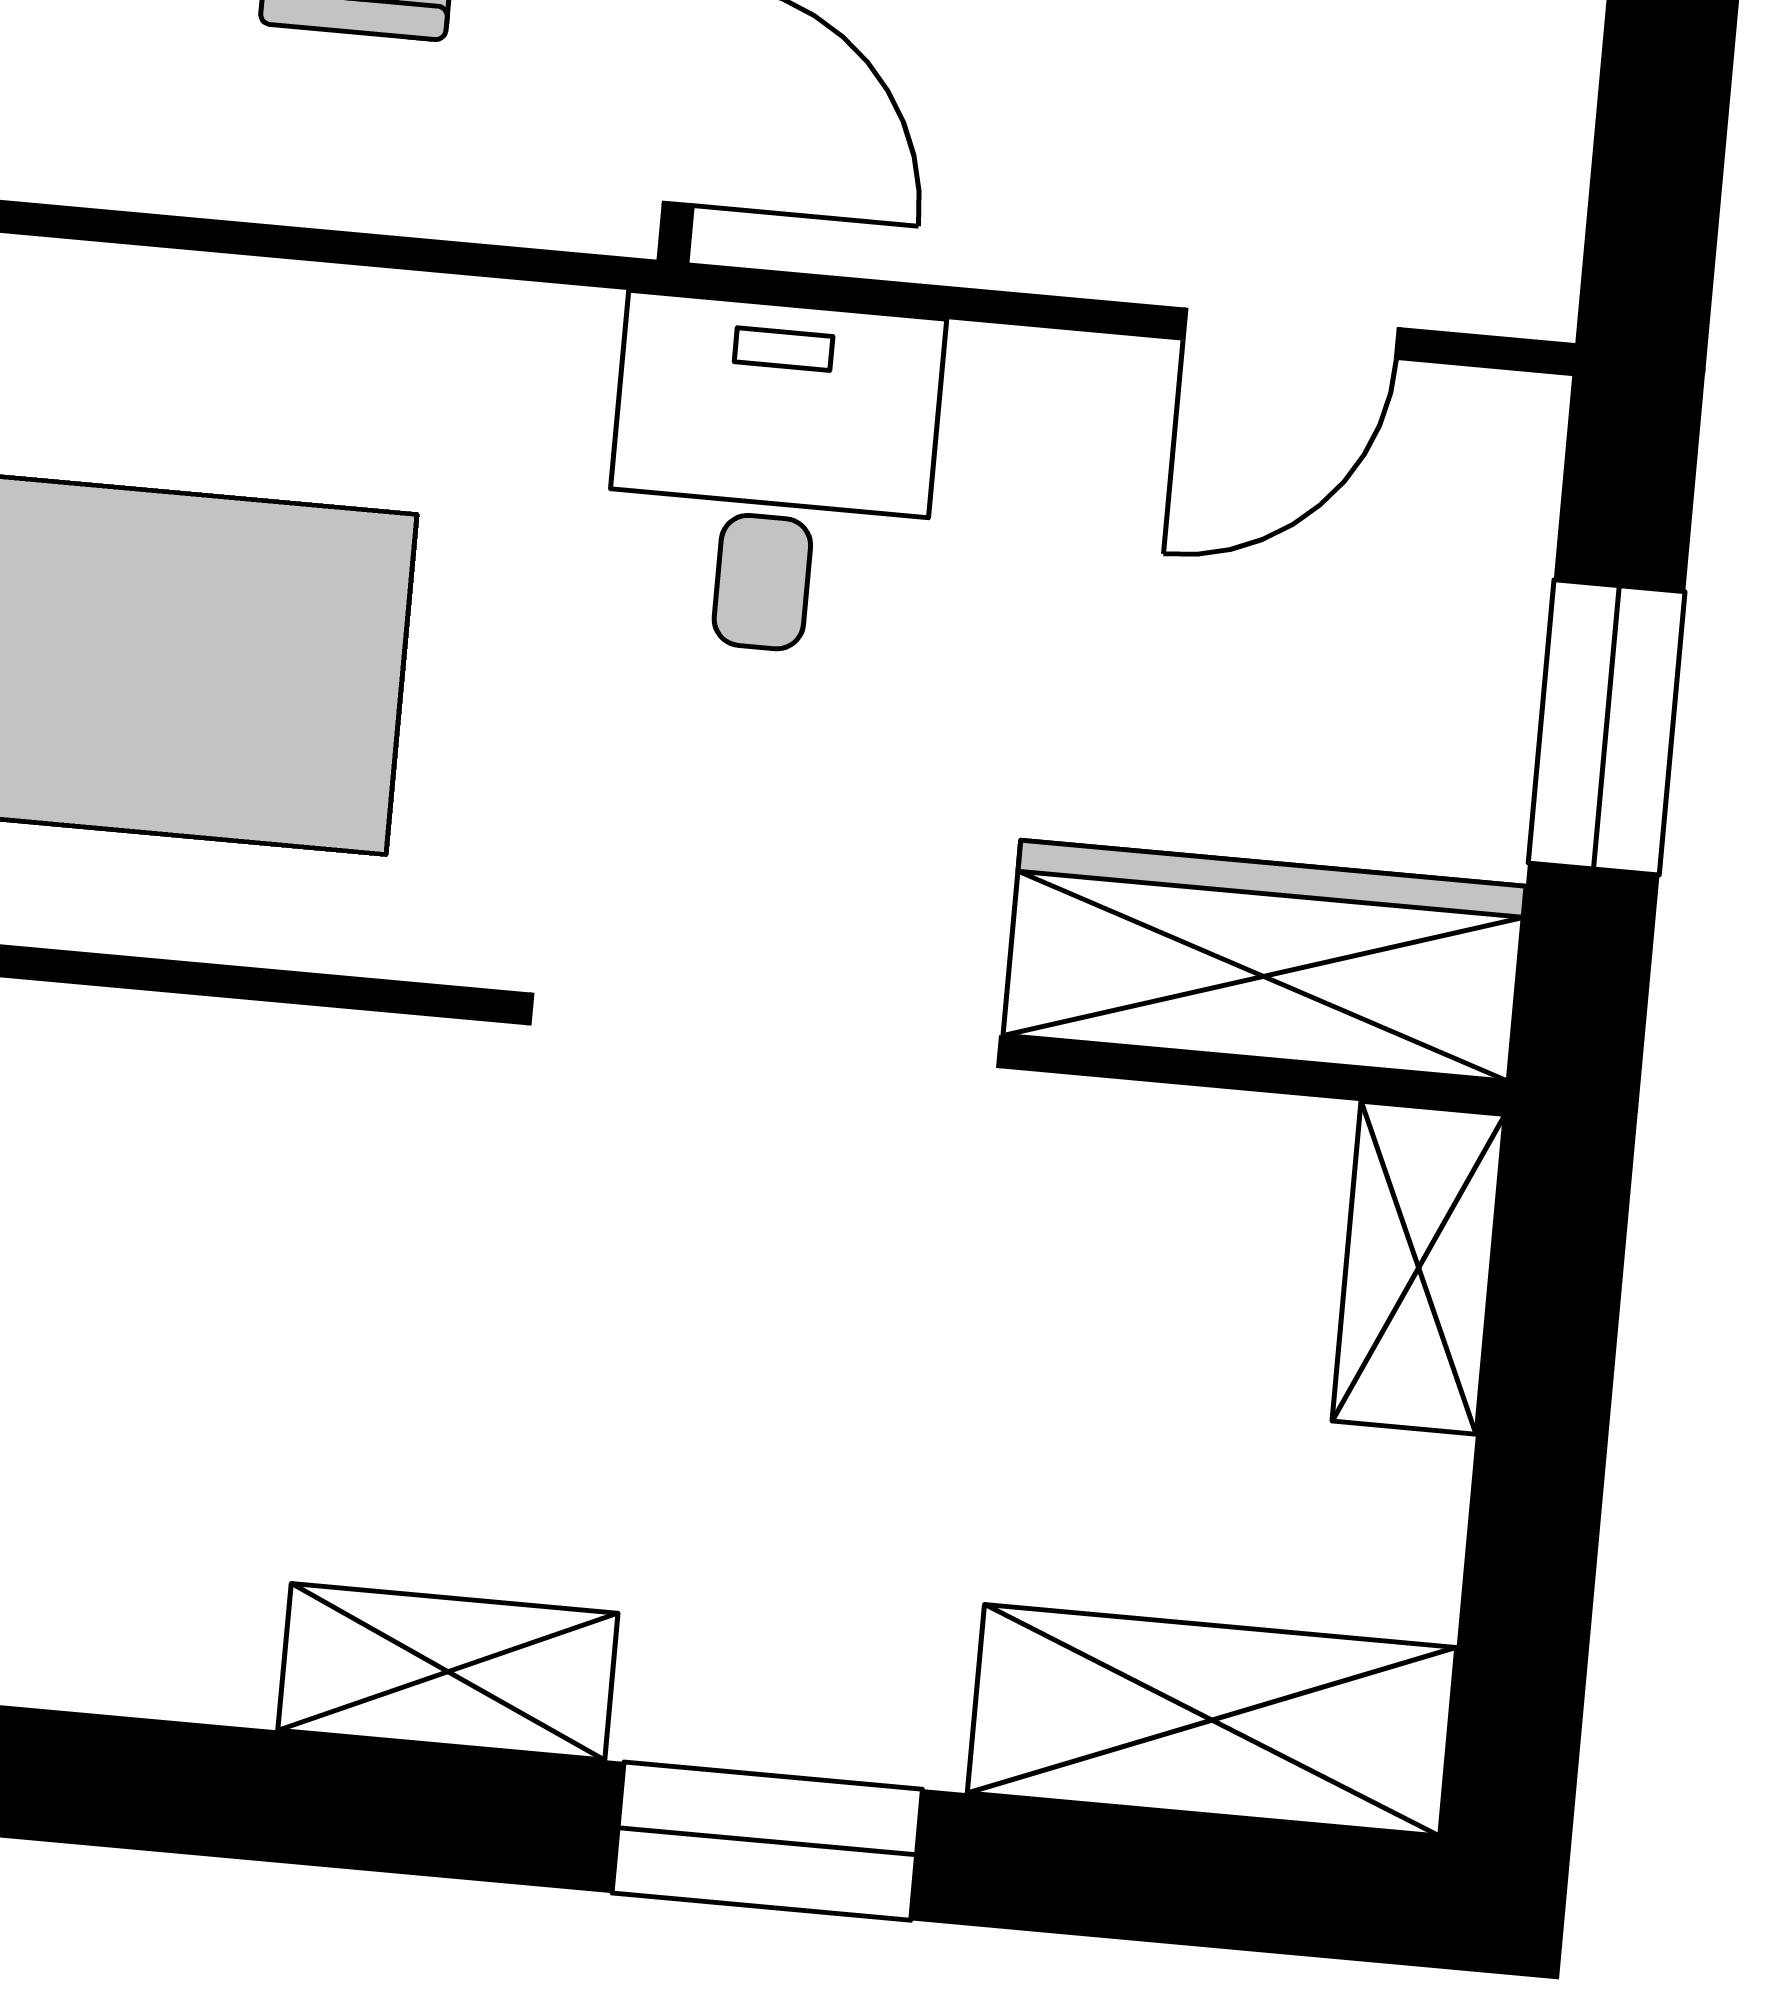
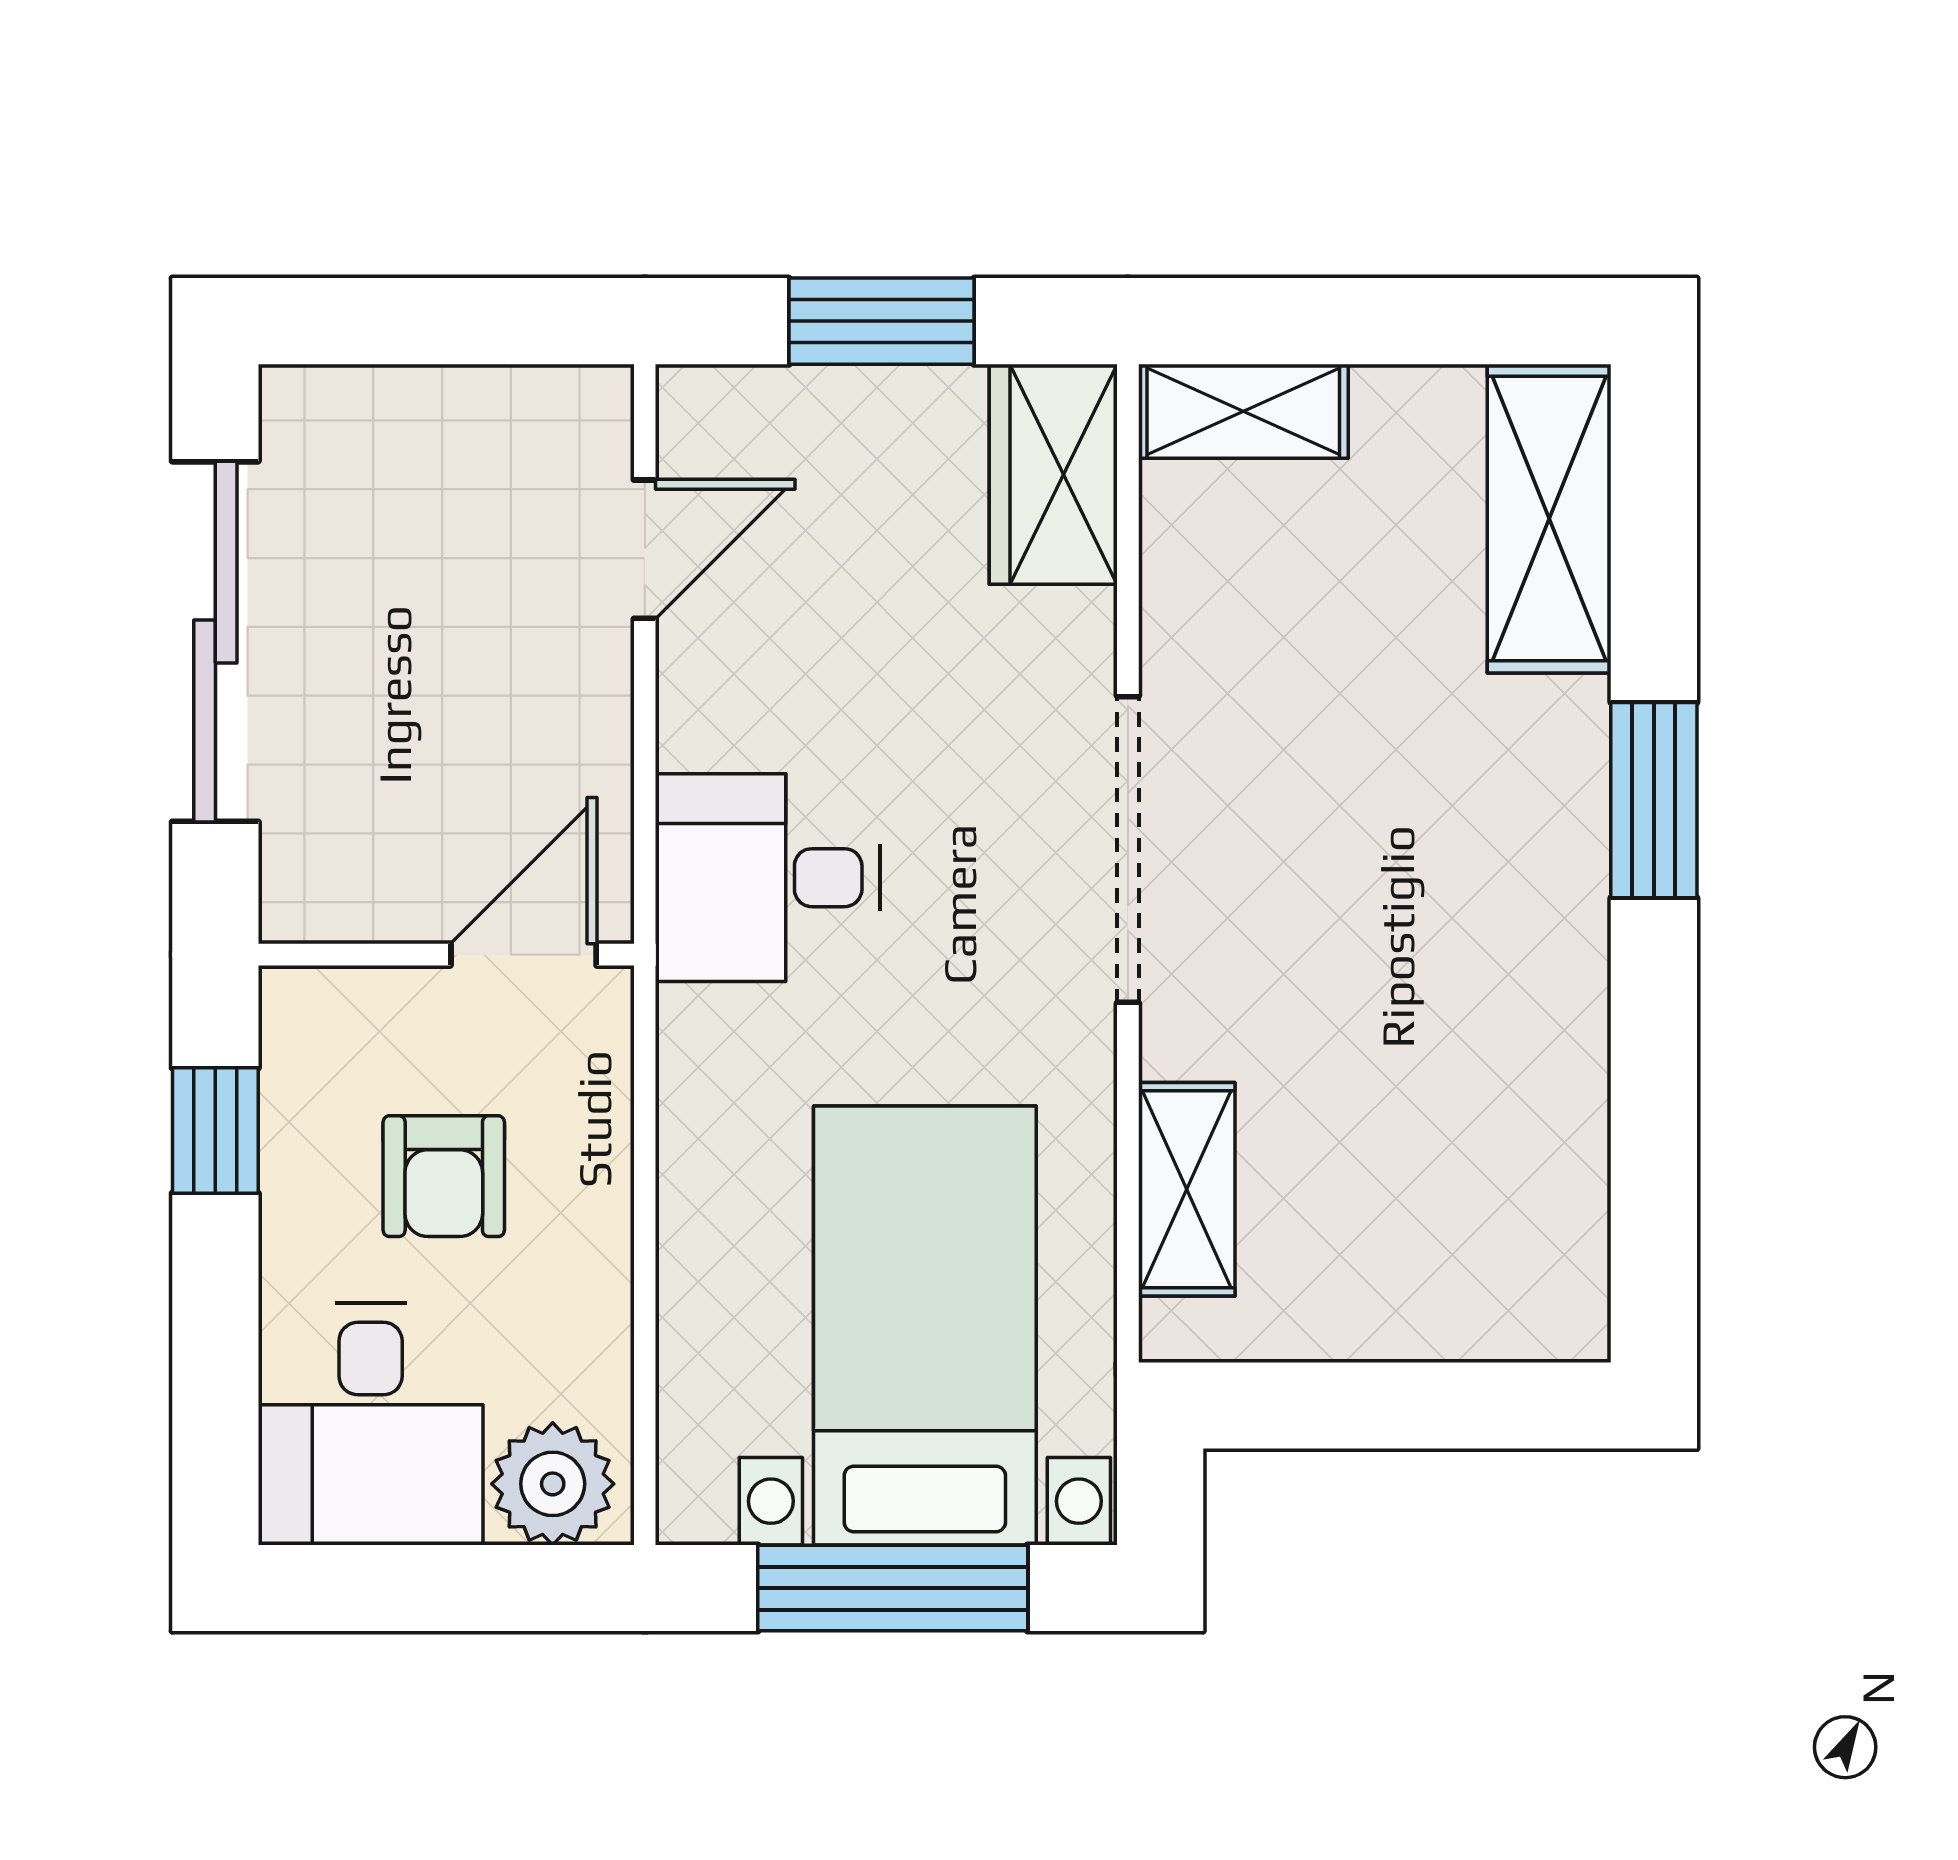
door: (1291, 334) -> (645, 549), hinge flipped
wardrobe: (1265, 961) -> (1053, 474), width x0.67
shelving: (448, 1672) -> (1187, 1189), moved

